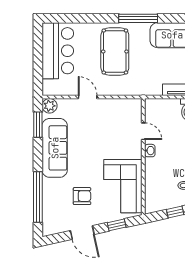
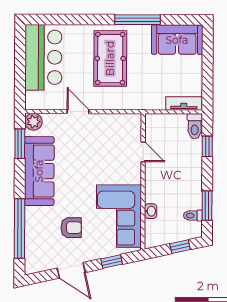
washbasin: (150, 151) -> (151, 211), moved

